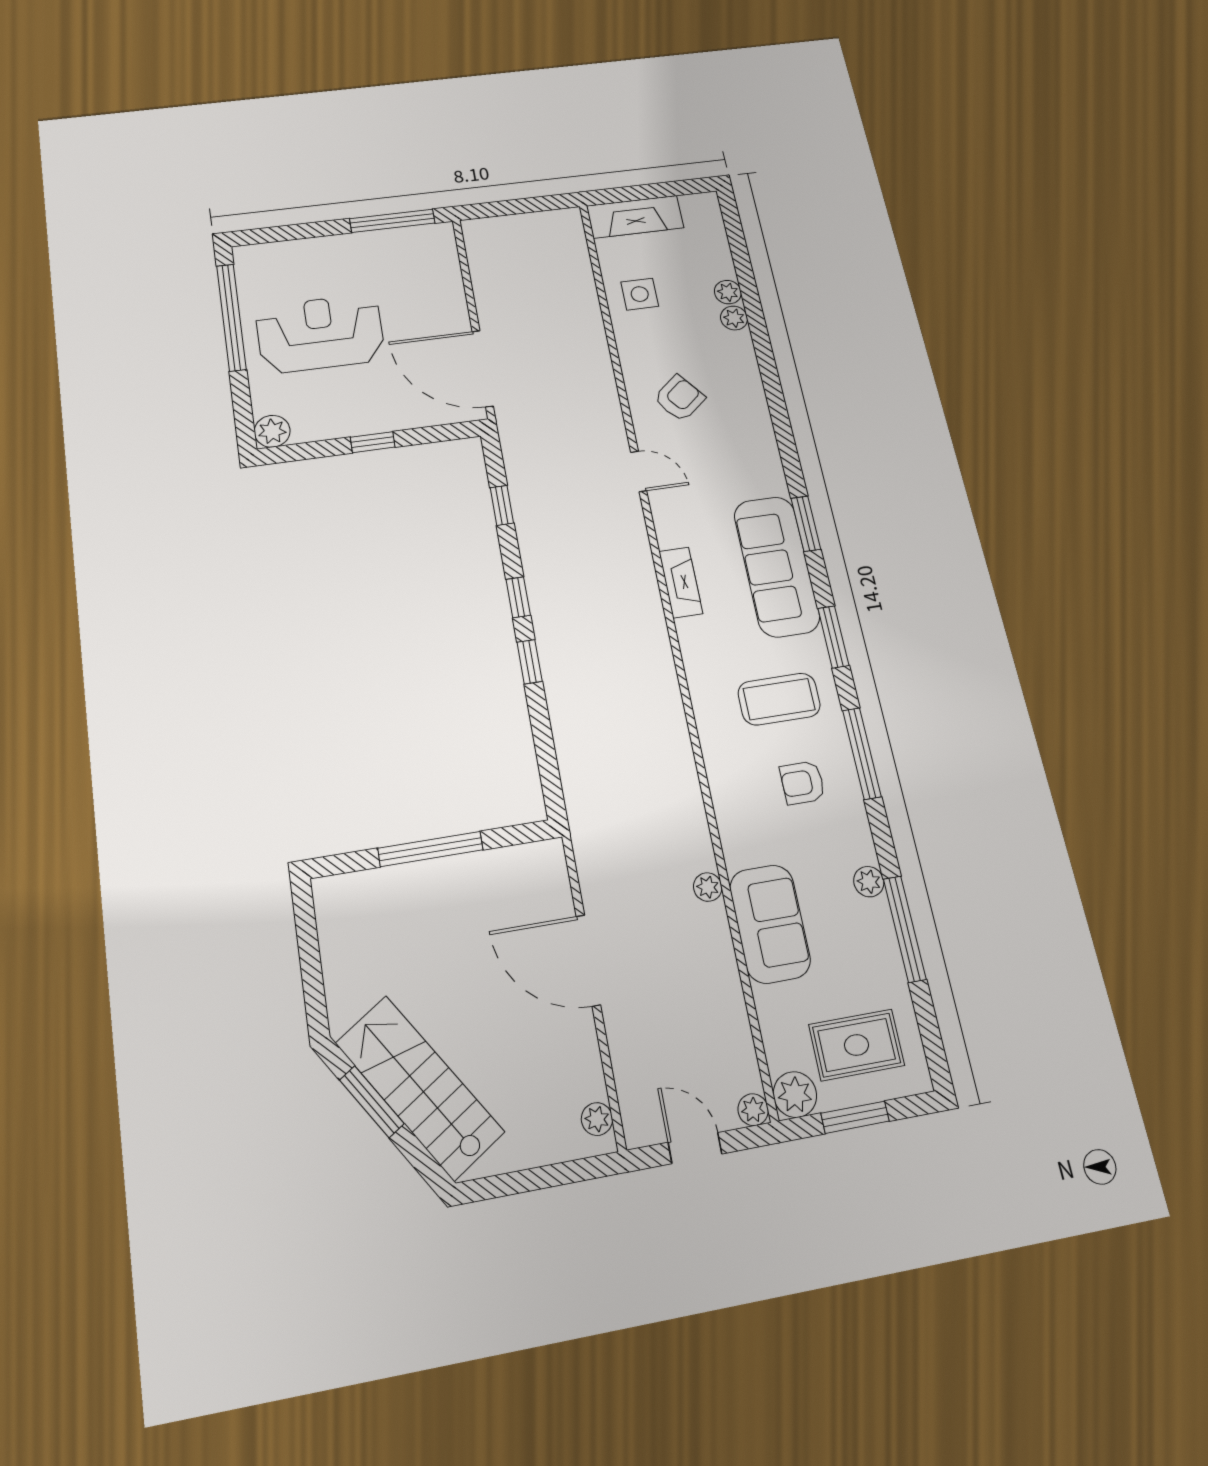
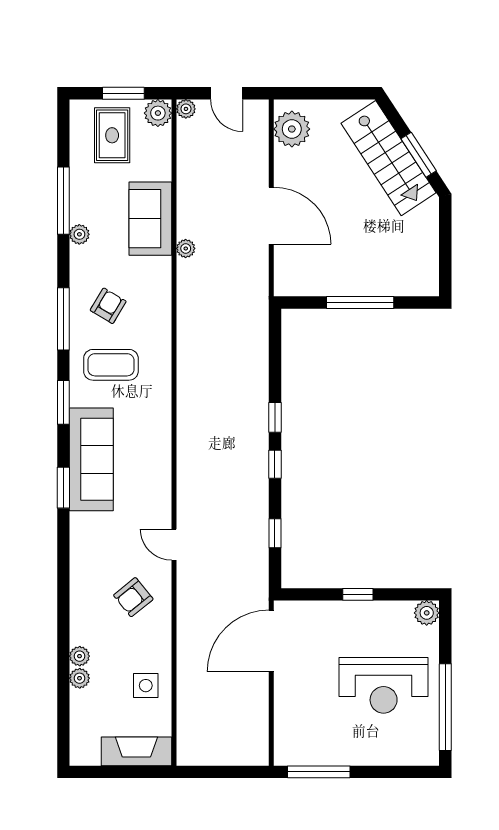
door: (483, 369) -> (271, 641), swing flipped
fireplace: (681, 582) -> (161, 458), removed
armchair: (802, 783) -> (108, 306), turned -59
rug: (857, 1045) -> (112, 135), turned 90
plant: (597, 1119) -> (292, 129), width x1.88, depth x1.88

